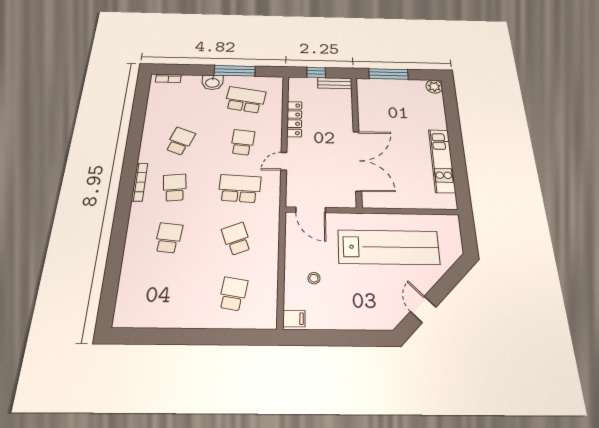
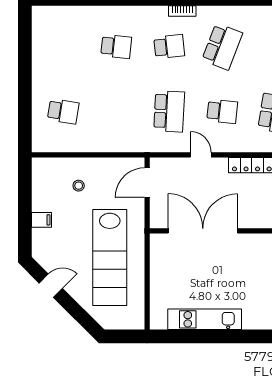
school desk: (180, 141) -> (222, 47), width x1.85
double door: (357, 161) -> (203, 231), swing flipped
bookcase: (140, 182) -> (182, 11), width x0.64
school desk: (236, 239) -> (116, 111), removed
filing cabinet: (294, 319) -> (41, 220), moved, turned -90

